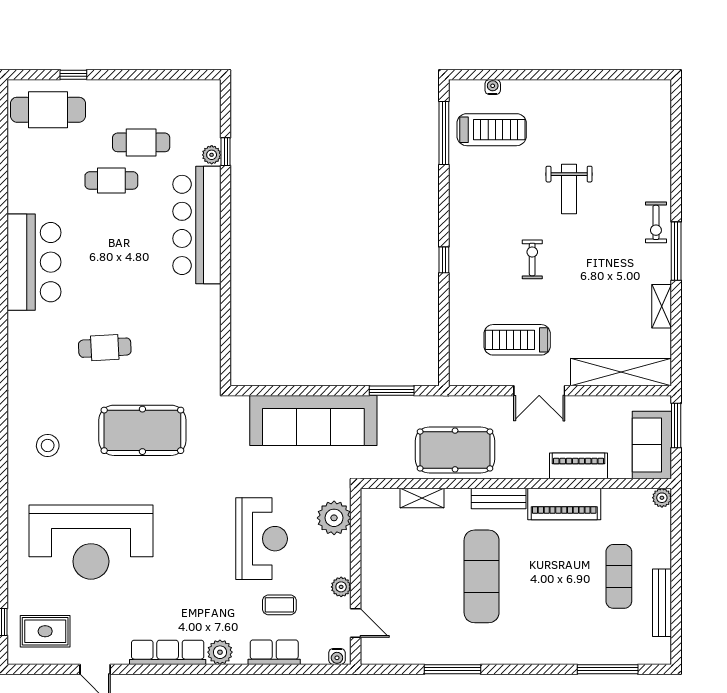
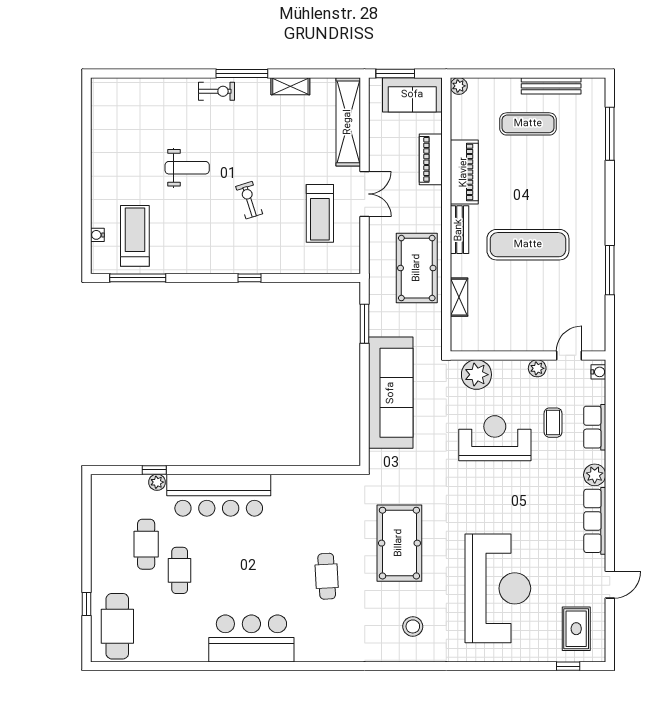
exercise bike: (532, 259) -> (249, 200), turned 72

